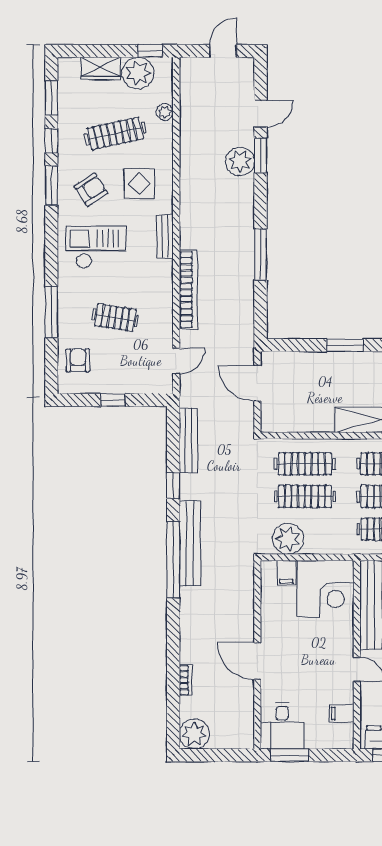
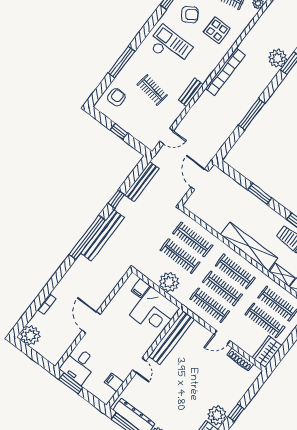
bench: (165, 236) -> (191, 92), moved
bookcase: (188, 290) -> (225, 72), moved
plant: (288, 539) -> (169, 282), moved

